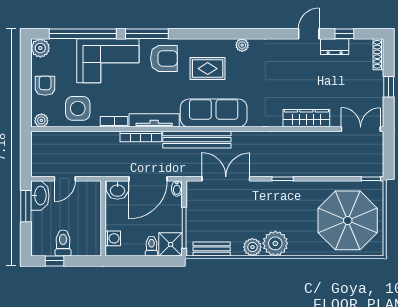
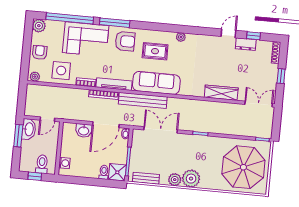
wall: (103, 218) -> (59, 148), moved
washing machine: (113, 238) -> (64, 163), moved

